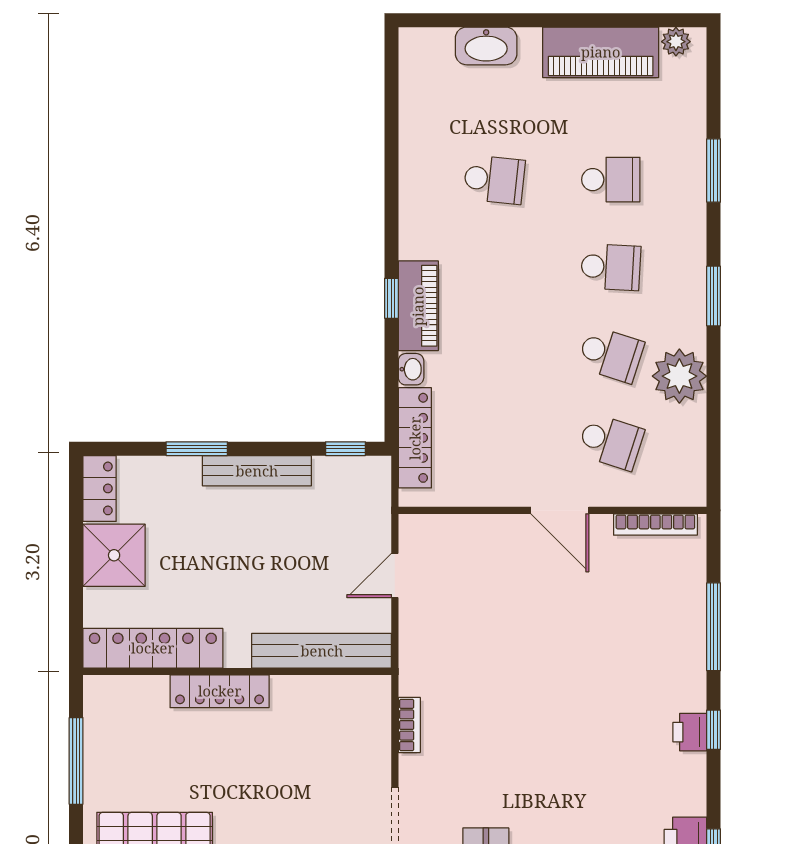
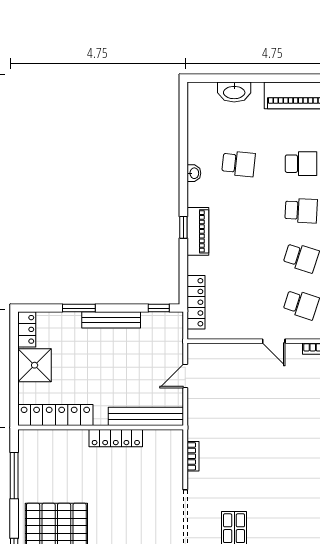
washbasin: (411, 369) -> (194, 173), moved
door: (560, 510) -> (274, 341), width x0.73
locker: (220, 691) -> (116, 438), moved

